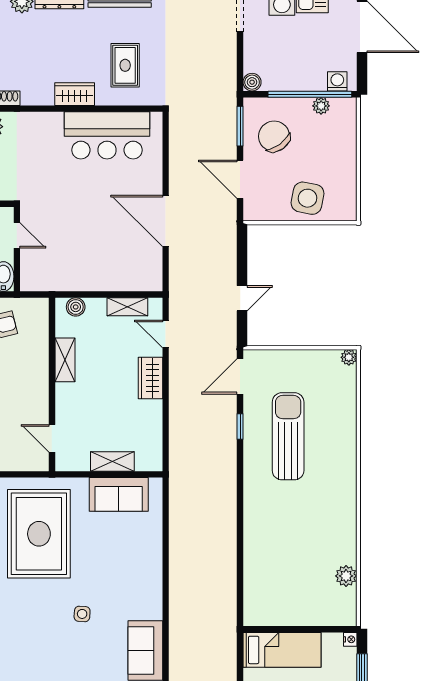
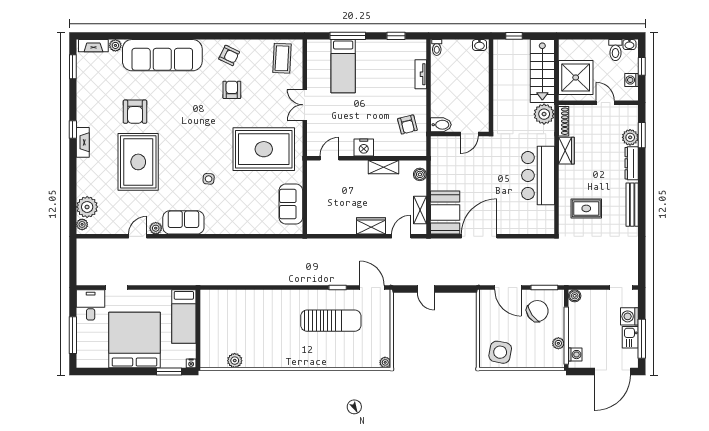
wardrobe: (75, 94) -> (566, 151), moved
bar counter: (107, 135) -> (538, 175), moved
door: (240, 179) -> (508, 288), swing flipped
side table: (308, 198) -> (500, 352), moved
booth: (131, 270) -> (445, 213), added
nightstand: (37, 389) -> (364, 147), added
shelving: (112, 461) -> (314, 200), removed

